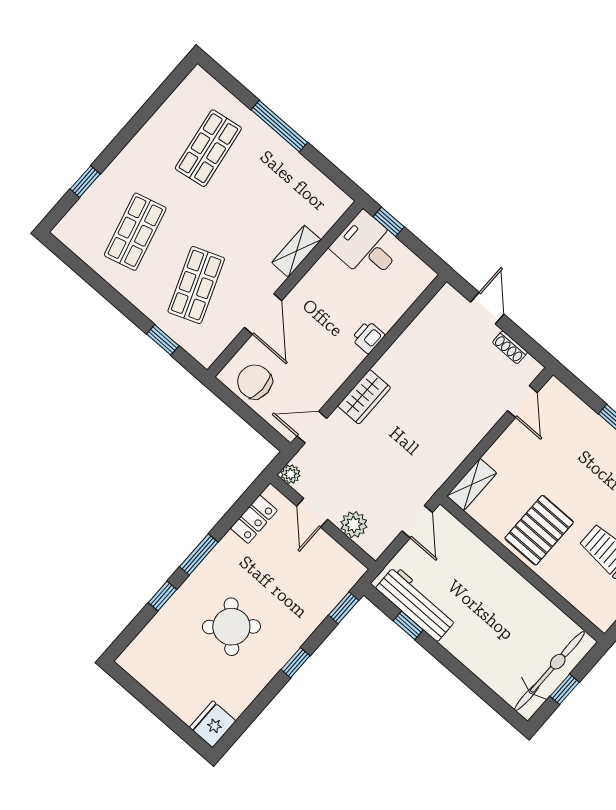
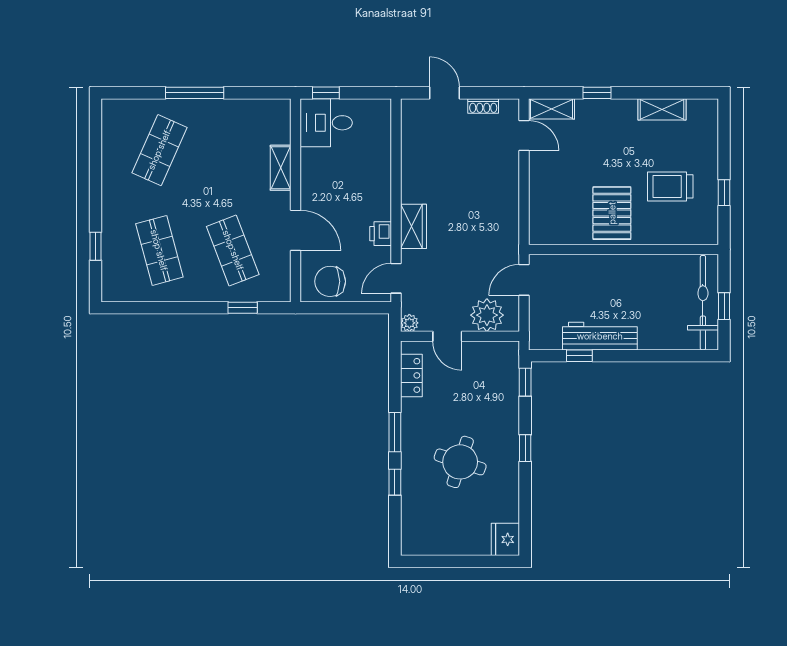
shop shelf: (208, 148) -> (159, 150), turned 33
printer: (368, 337) -> (381, 234), moved
shelving: (472, 484) -> (552, 109), moved, turned 90
door: (417, 522) -> (524, 280), swing flipped
plant: (354, 525) -> (487, 315), width x1.36, depth x1.36
workbench: (416, 603) -> (600, 336), moved
round table: (231, 627) -> (460, 462), turned -30

